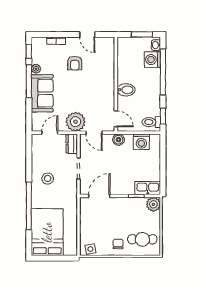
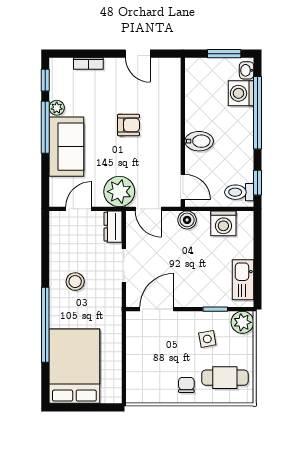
armchair: (75, 63) -> (128, 125), moved, turned -90
kitchen sink: (148, 188) -> (243, 280), moved, turned -90
side table: (90, 249) -> (207, 339), moved

